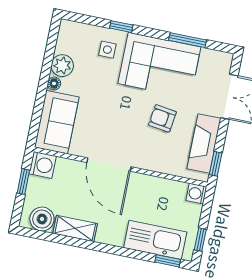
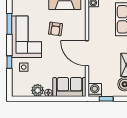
door: (109, 165) -> (87, 53), swing flipped

